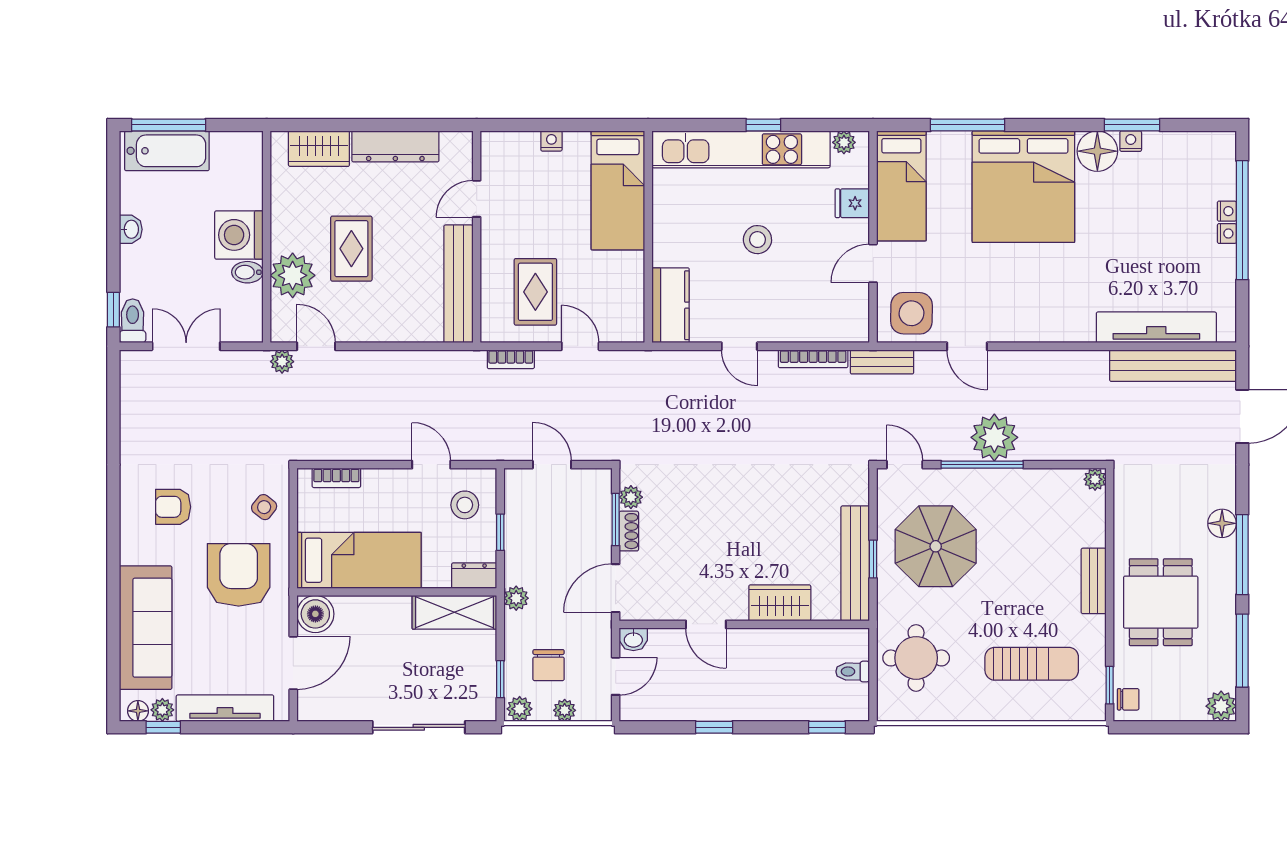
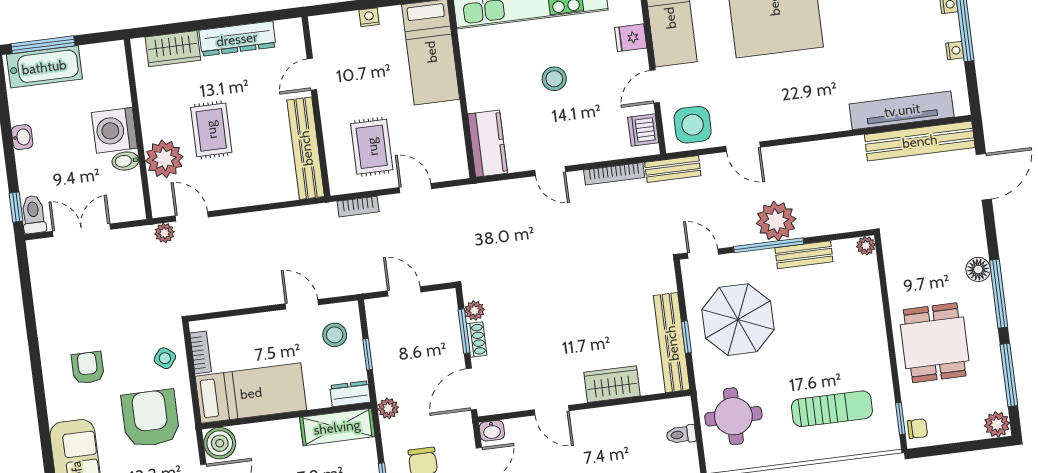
nightstand: (1227, 233) -> (955, 50), moved
dishwasher: (853, 312) -> (643, 130), added
bookcase: (336, 478) -> (201, 352), moved, turned -90
armchair: (173, 507) -> (88, 368), turned 90
bench: (1094, 581) -> (804, 255), moved, turned 90

